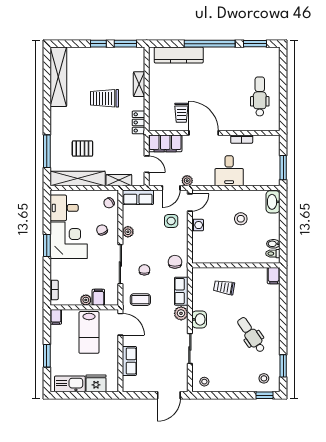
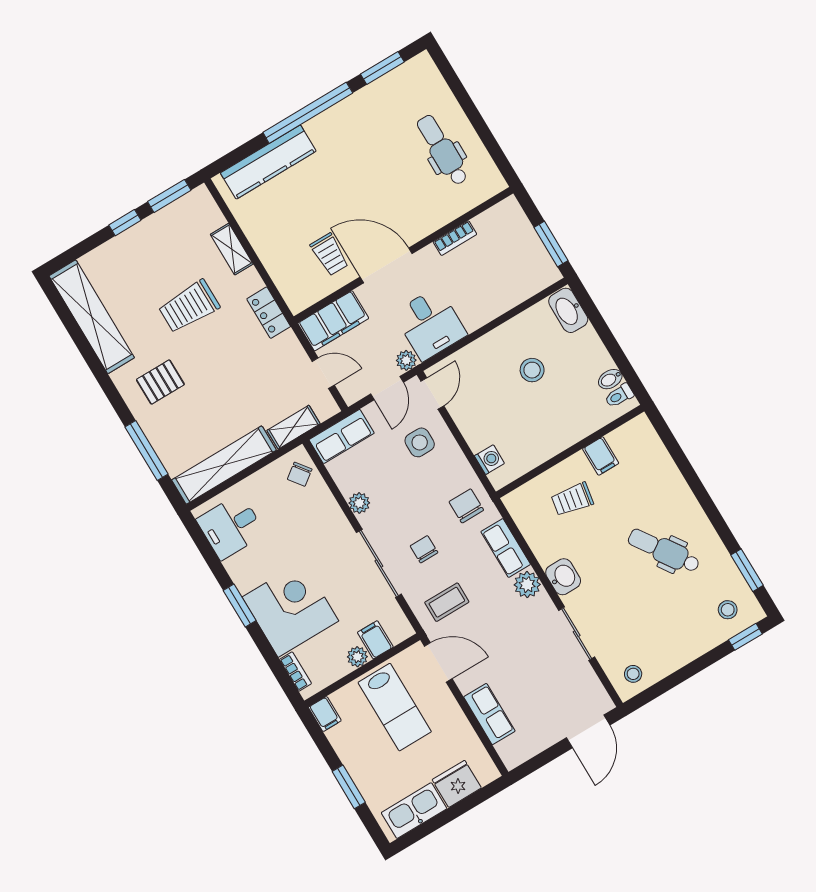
pallet: (82, 149) -> (160, 382), moved
desk: (229, 171) -> (430, 324), moved
washing machine: (198, 225) -> (489, 460), moved
chair: (102, 230) -> (315, 526), removed
corner desk: (69, 240) -> (290, 609), moved
filing cabinet: (274, 276) -> (601, 456), moved

